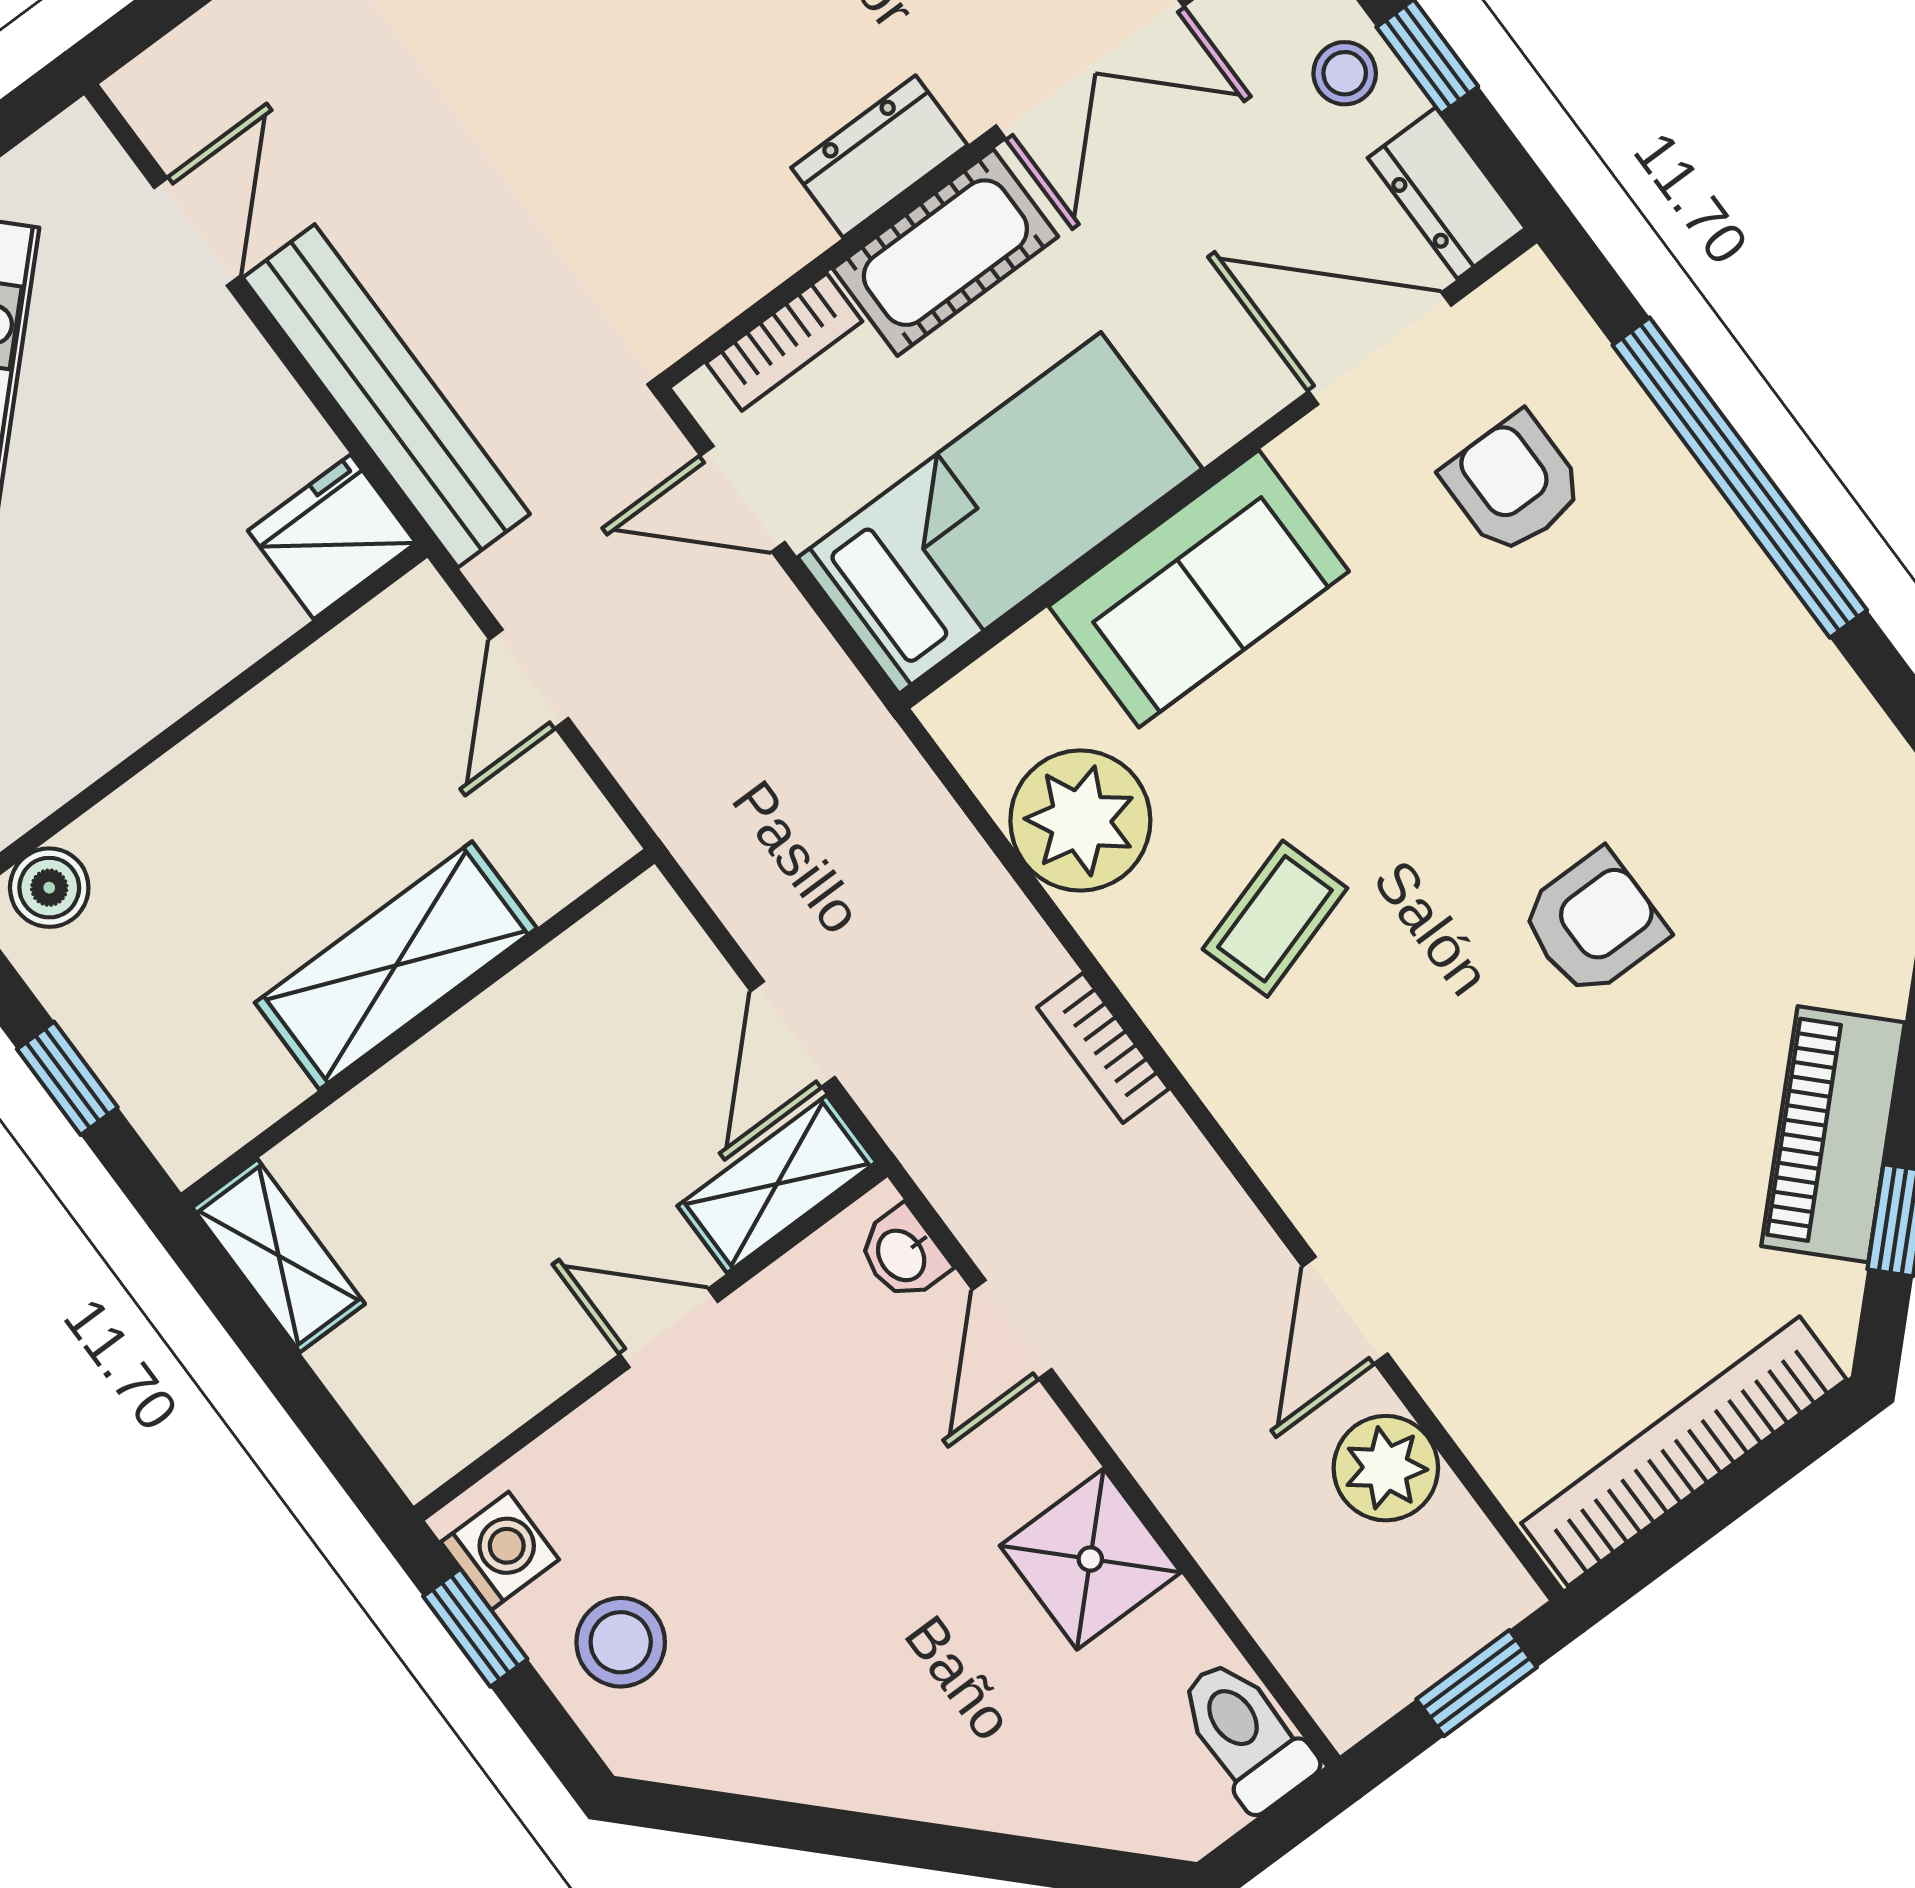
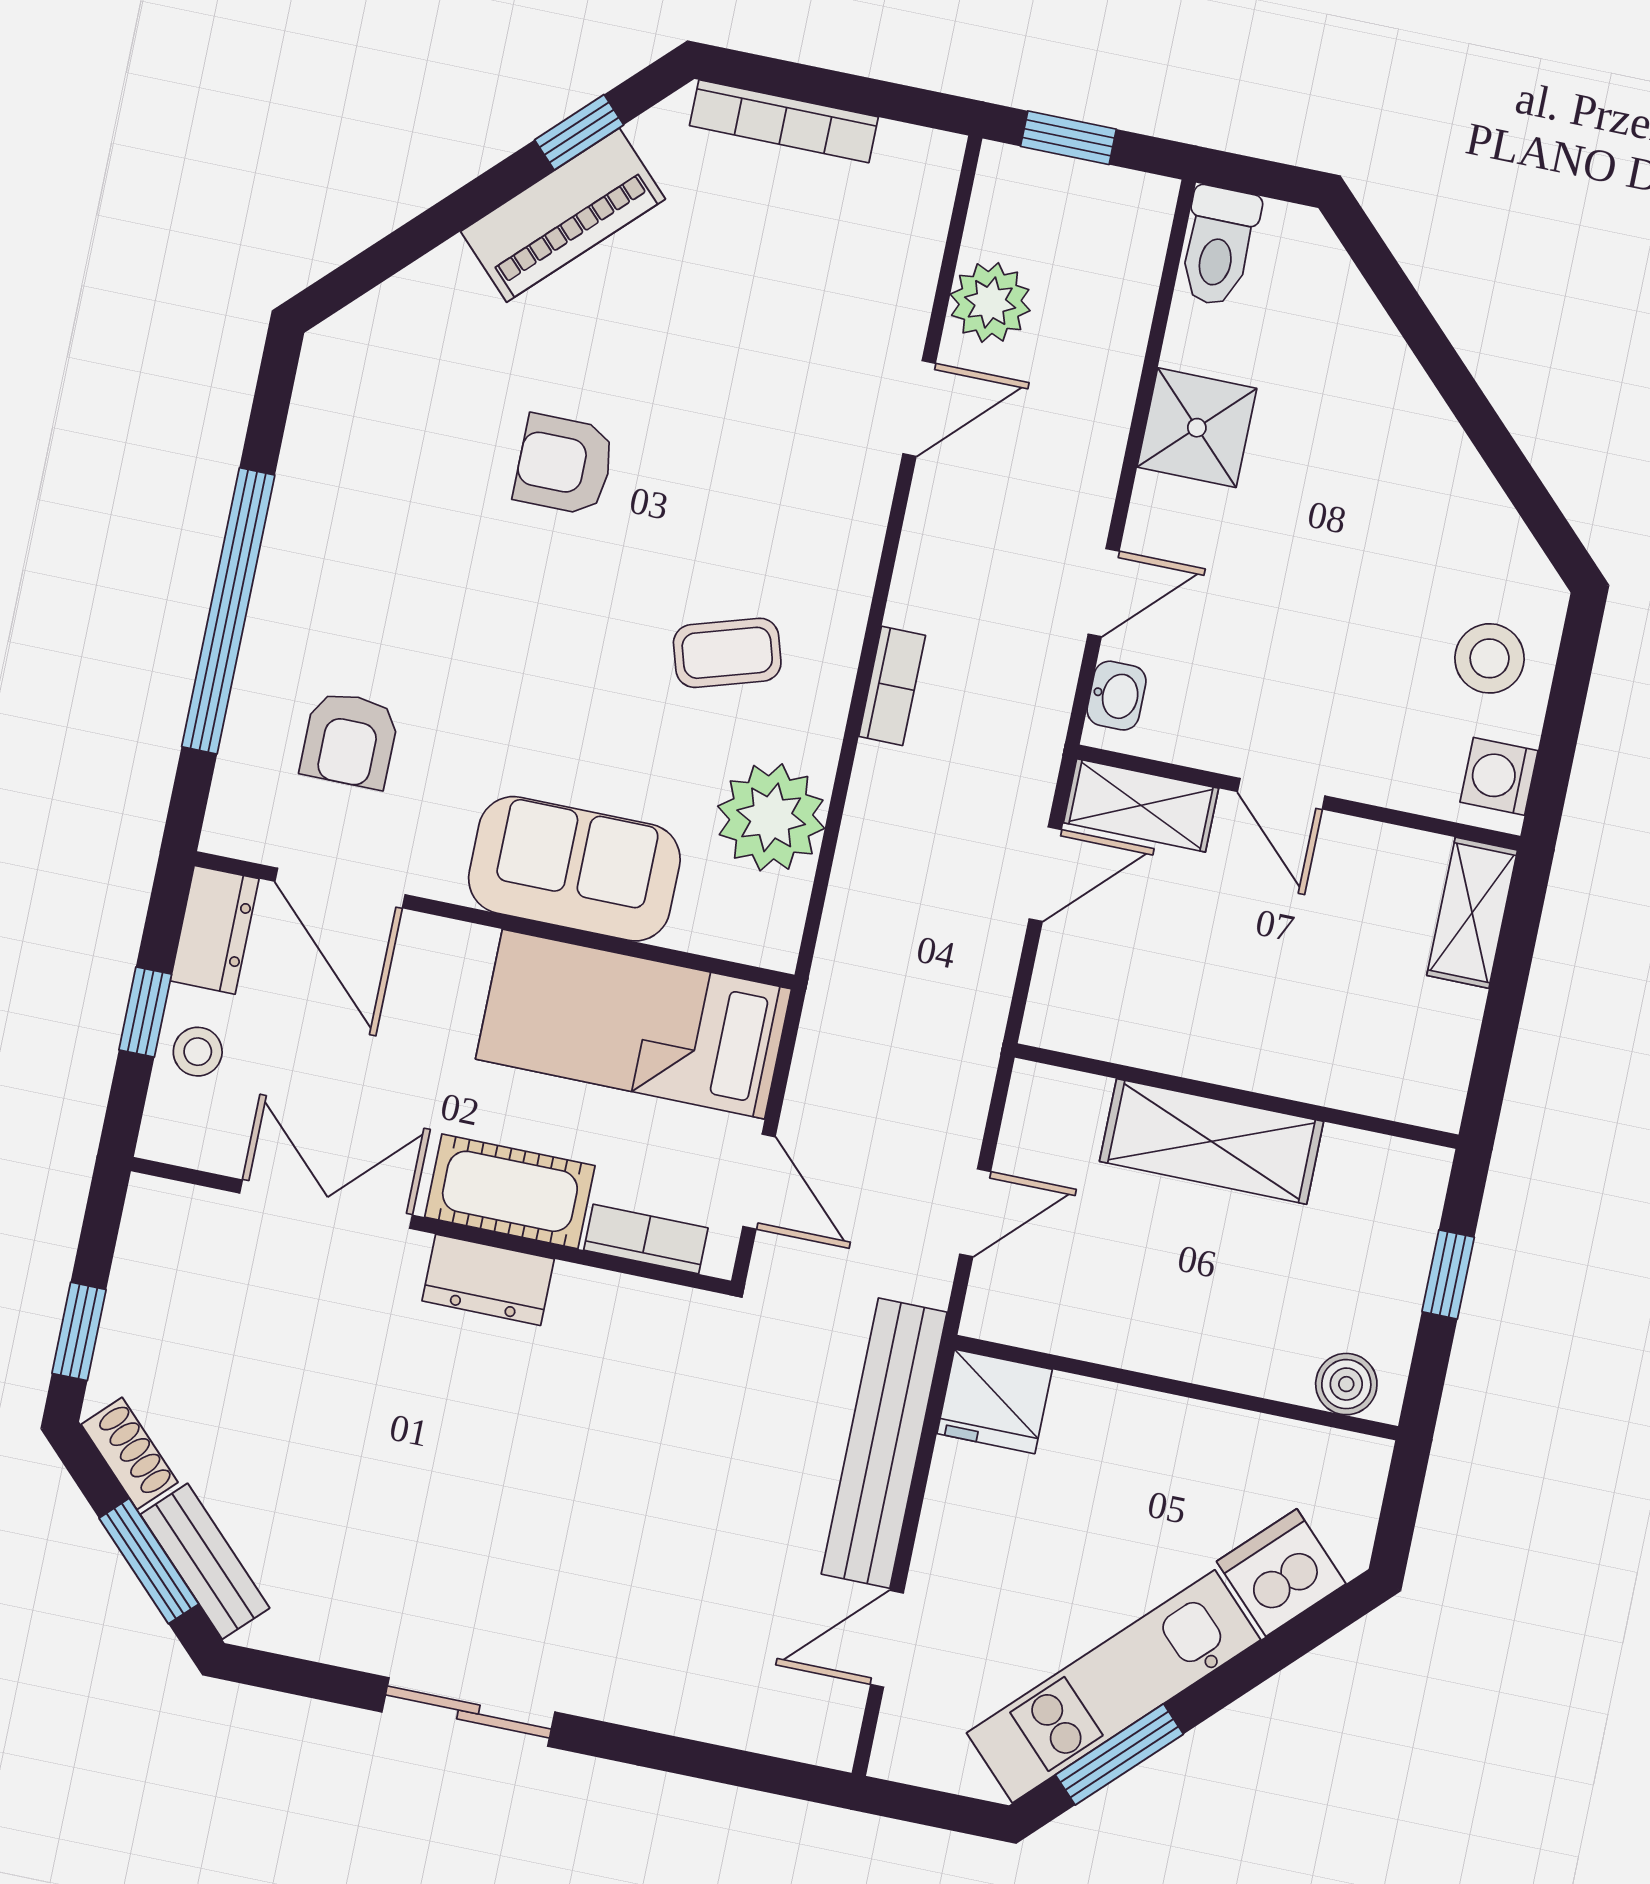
shelving: (279, 1256) -> (1472, 913), moved
bookcase: (1684, 1451) -> (784, 121), width x0.68, depth x0.76
window: (475, 1628) -> (1557, 751), removed

